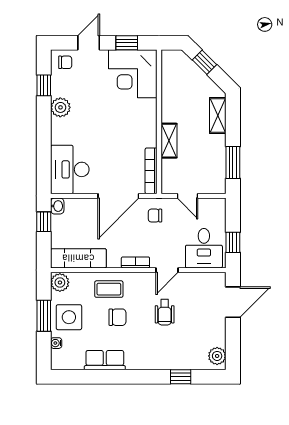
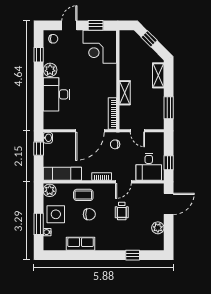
desk: (70, 169) -> (56, 94), moved
window: (44, 316) -> (39, 224), moved
plant: (217, 356) -> (158, 228), moved

